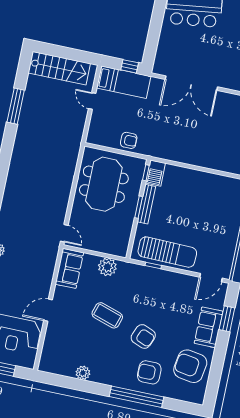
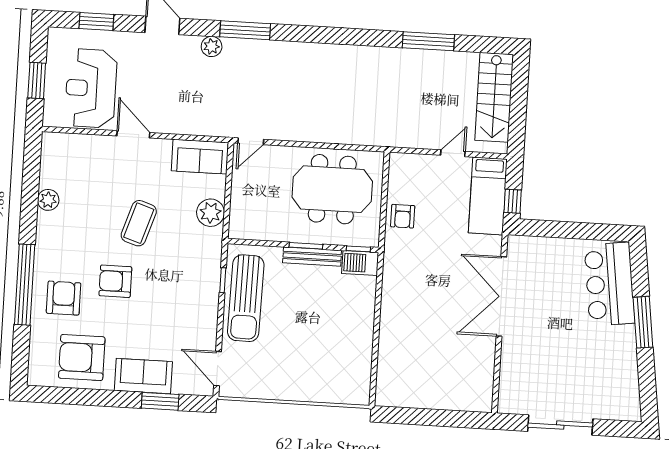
armchair: (143, 336) -> (115, 281), turned 68
armchair: (190, 366) -> (82, 358), turned -99

